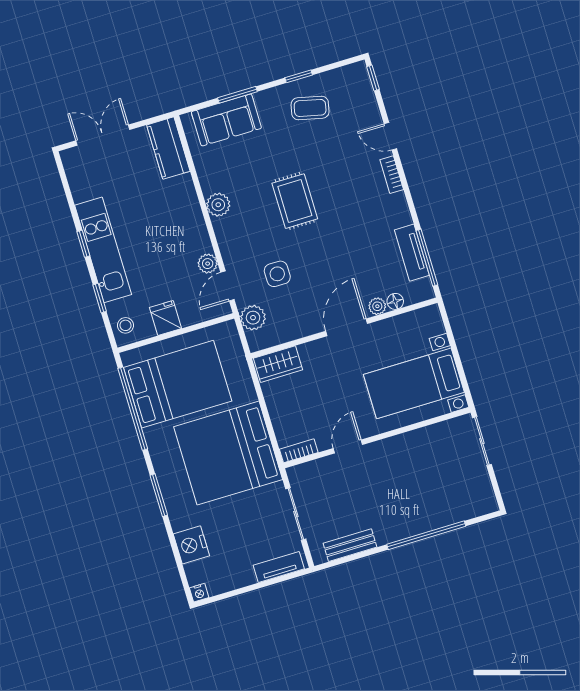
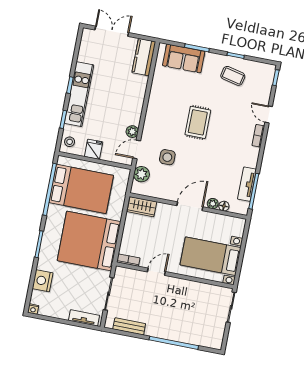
plant: (218, 205) -> (155, 102), removed

